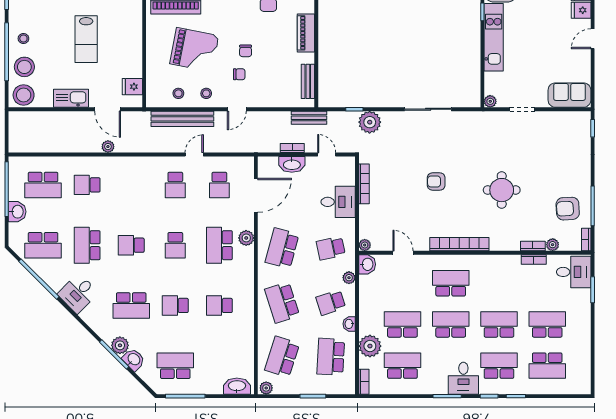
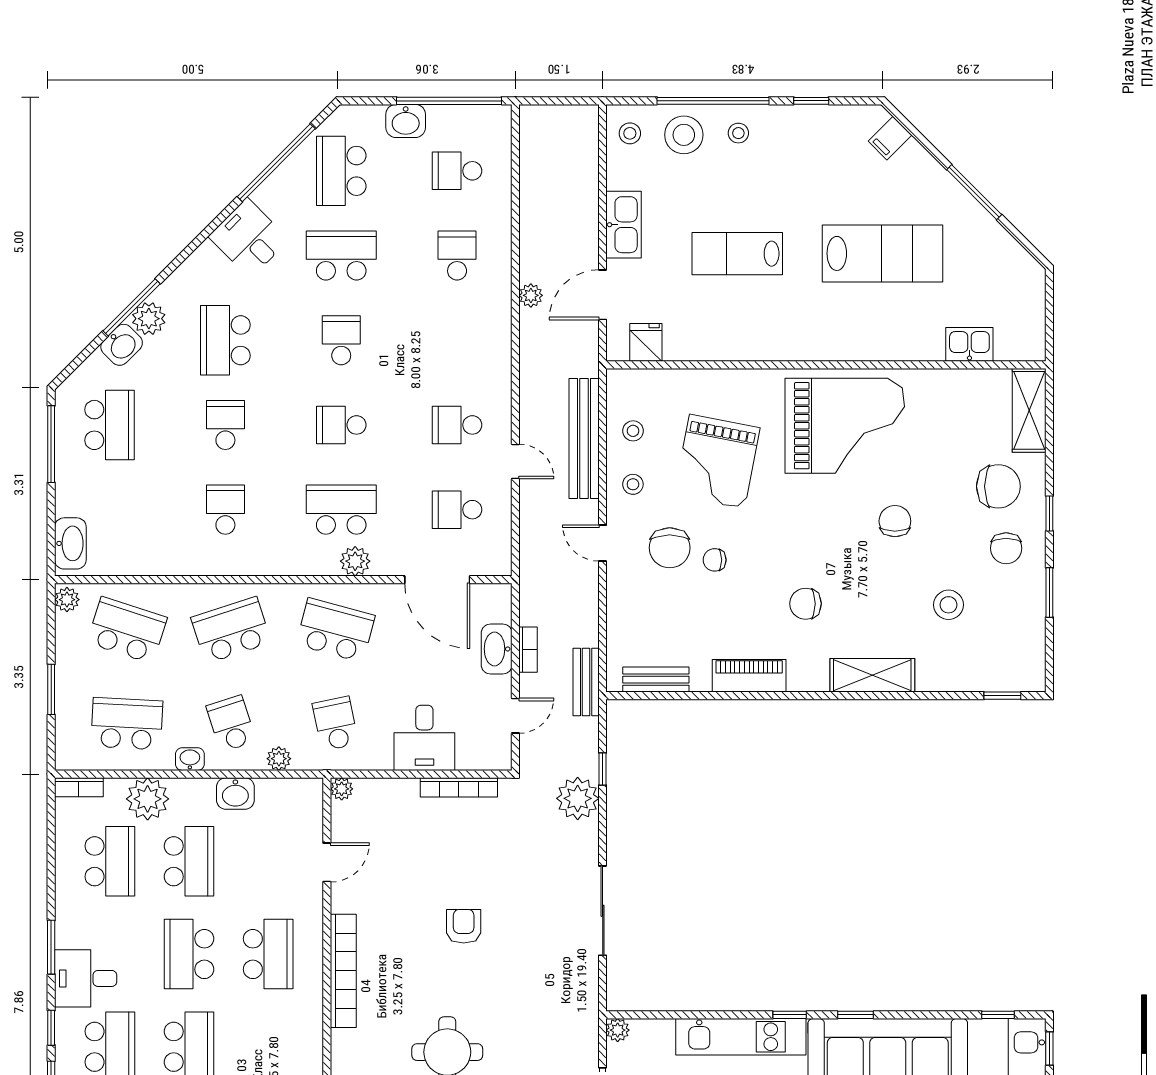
chair: (239, 74) -> (670, 548), width x1.87, depth x1.87
stool: (24, 95) -> (630, 133), width x0.53, depth x0.53
school desk: (43, 185) -> (457, 171), width x0.54
washbasin: (367, 264) -> (235, 793), moved
school desk: (451, 324) -> (189, 954), turned 180

